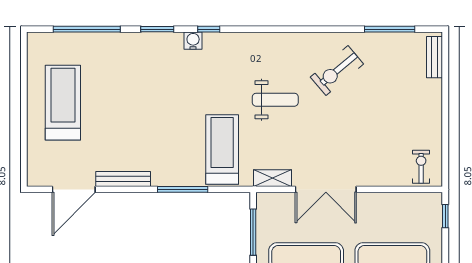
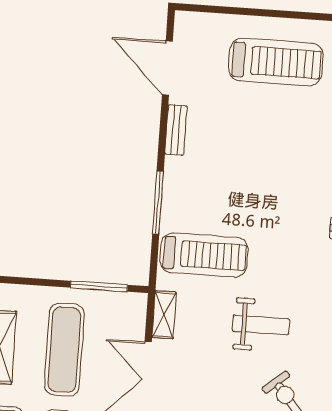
weight bench: (275, 100) -> (261, 325), turned -90
bench: (123, 179) -> (176, 130), width x0.73

